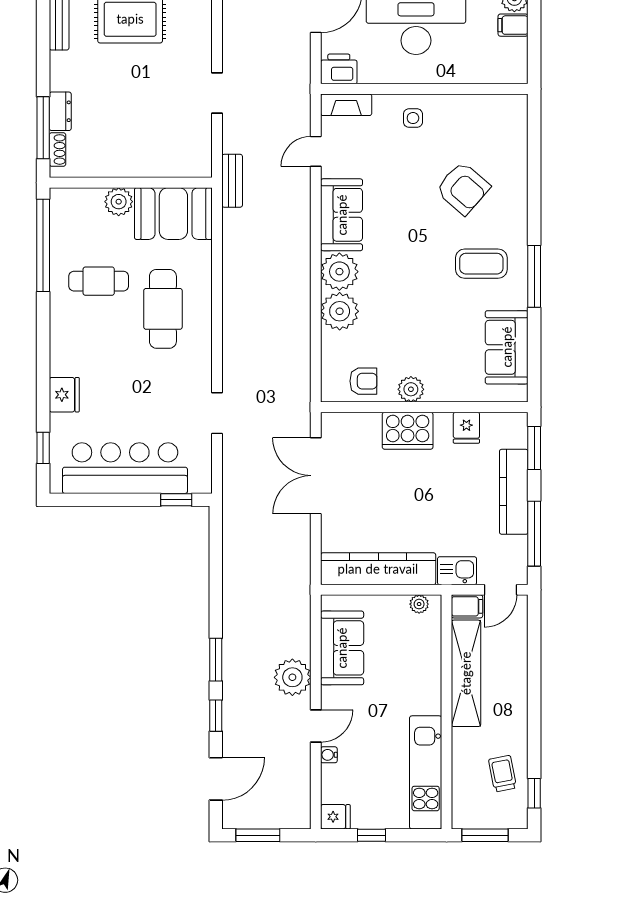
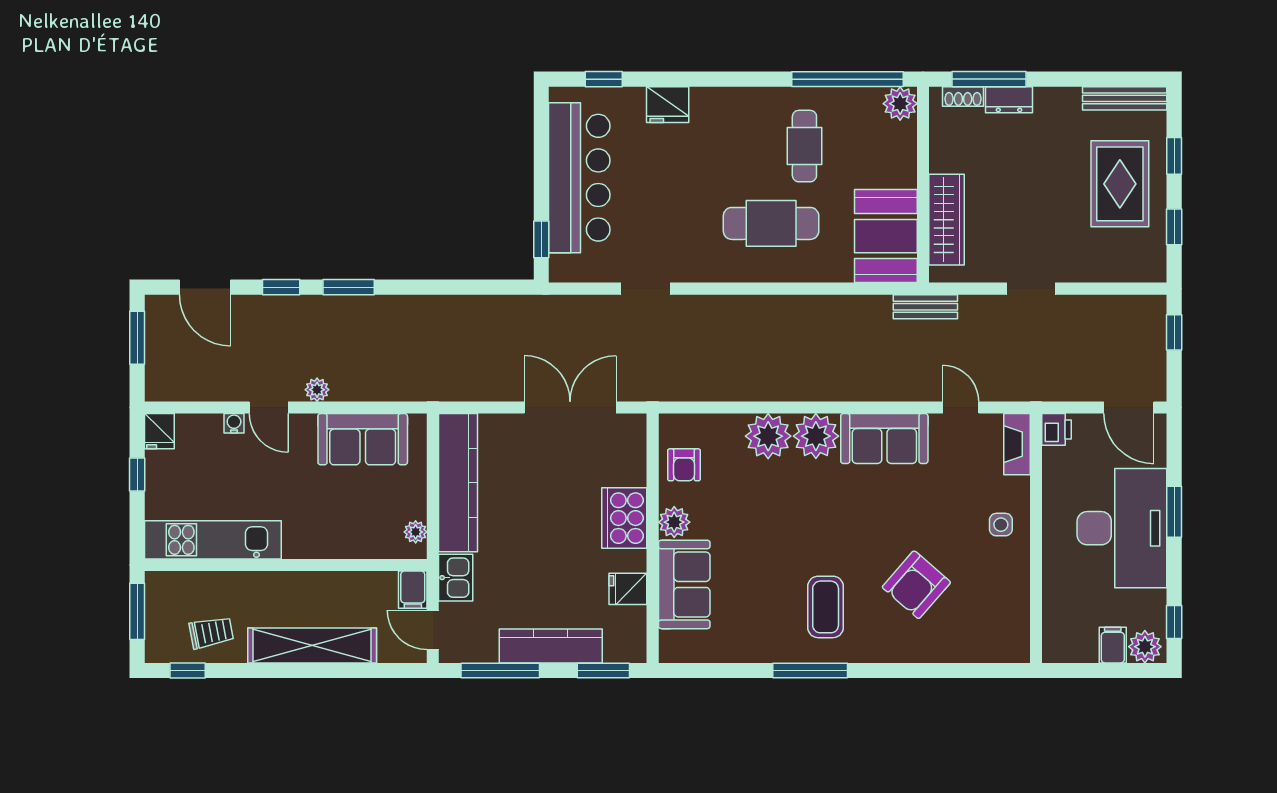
printer: (339, 69) -> (1056, 429), width x0.73, depth x0.81
wardrobe: (160, 163) -> (947, 220), added
plant: (119, 202) -> (900, 104), moved
sofa: (507, 347) -> (684, 584), moved, turned 90
shelving: (466, 673) -> (312, 646), moved
plant: (292, 677) -> (317, 390), width x0.53, depth x0.53

